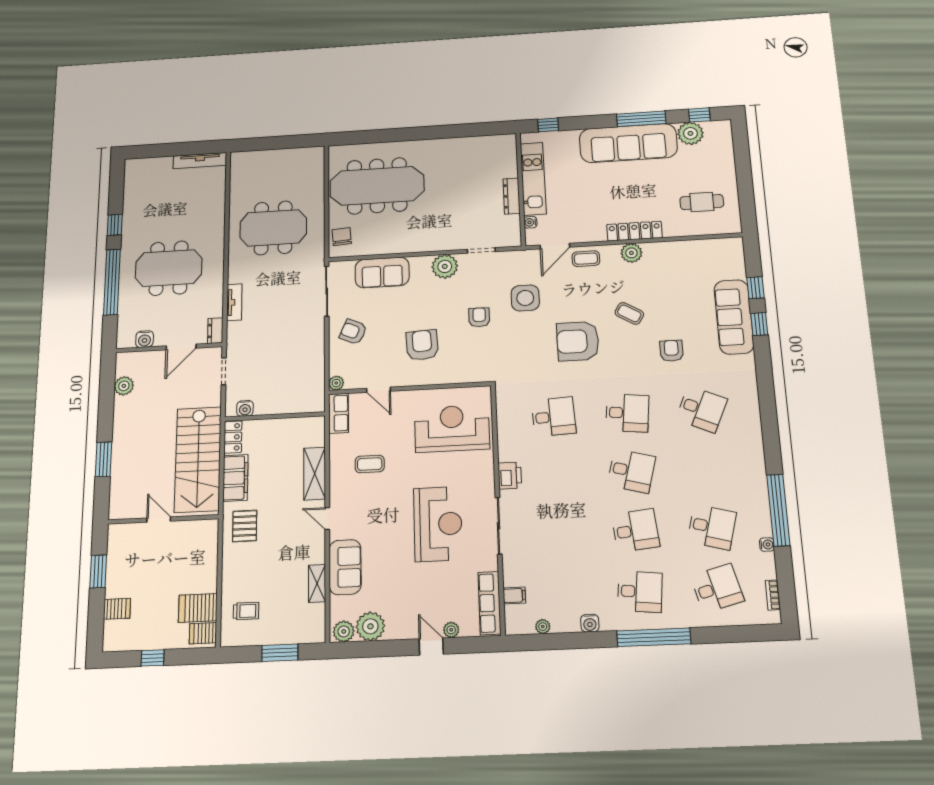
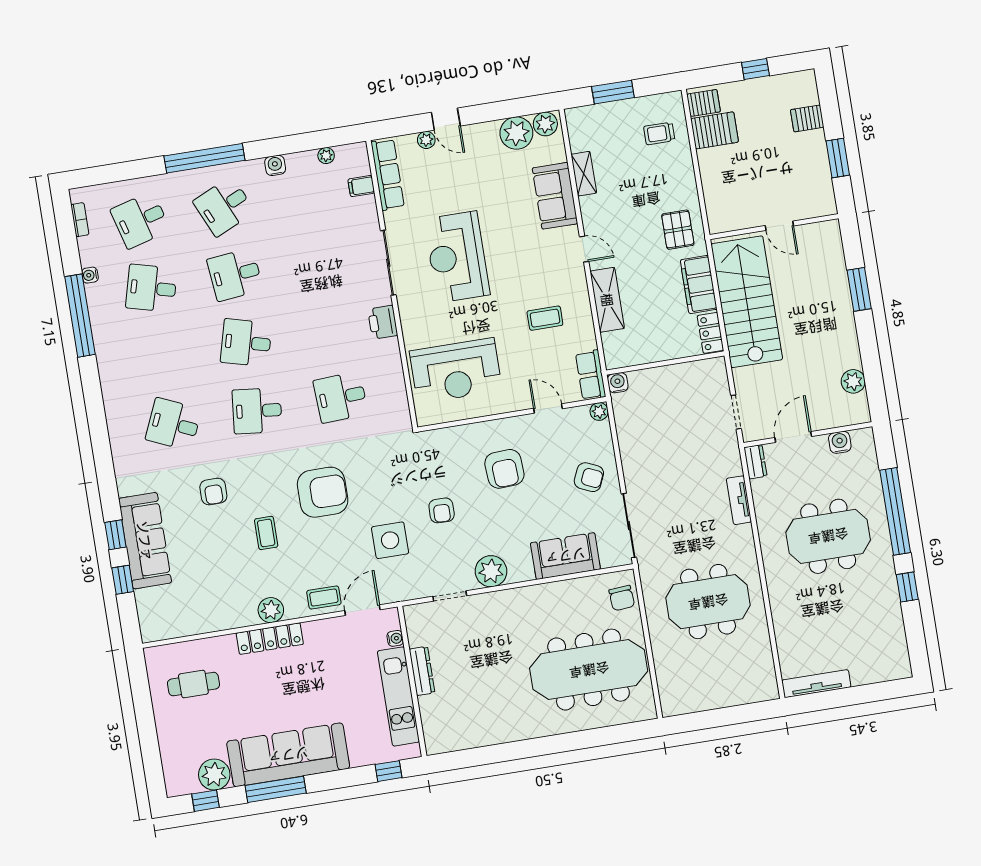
coffee table: (629, 313) -> (266, 533), turned 59
water cooler: (245, 408) -> (618, 383), moved
desk: (640, 592) -> (224, 207), turned -30

